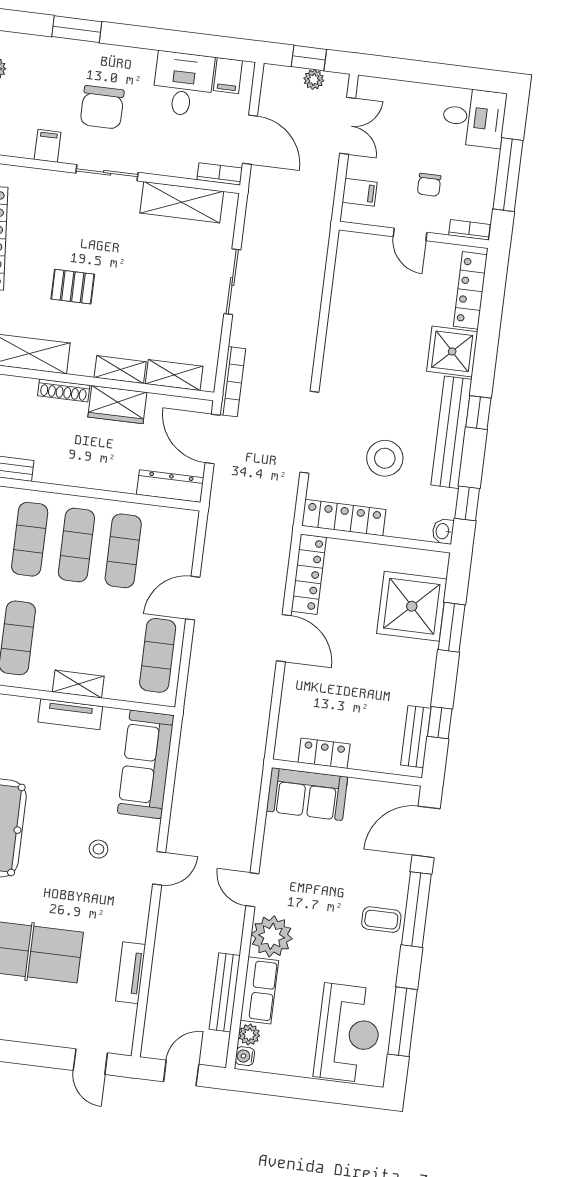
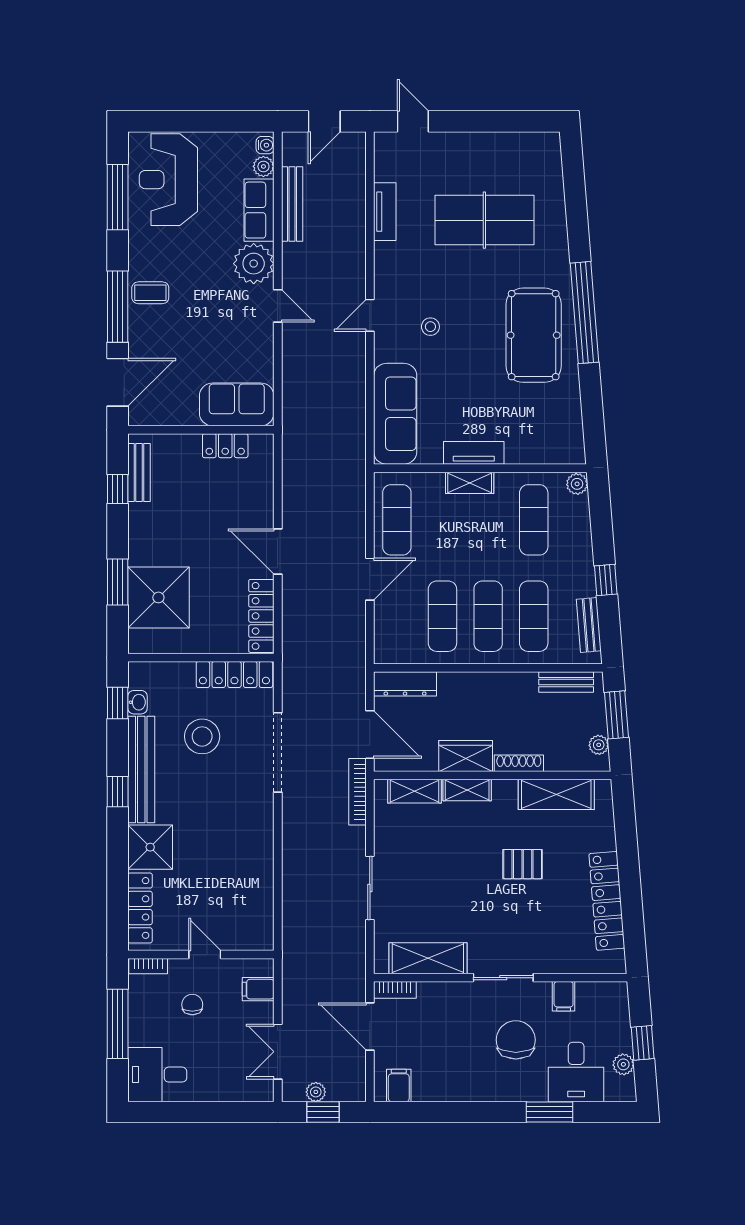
desk: (183, 84) -> (576, 1072), moved
washbasin: (443, 531) -> (137, 702), moved

